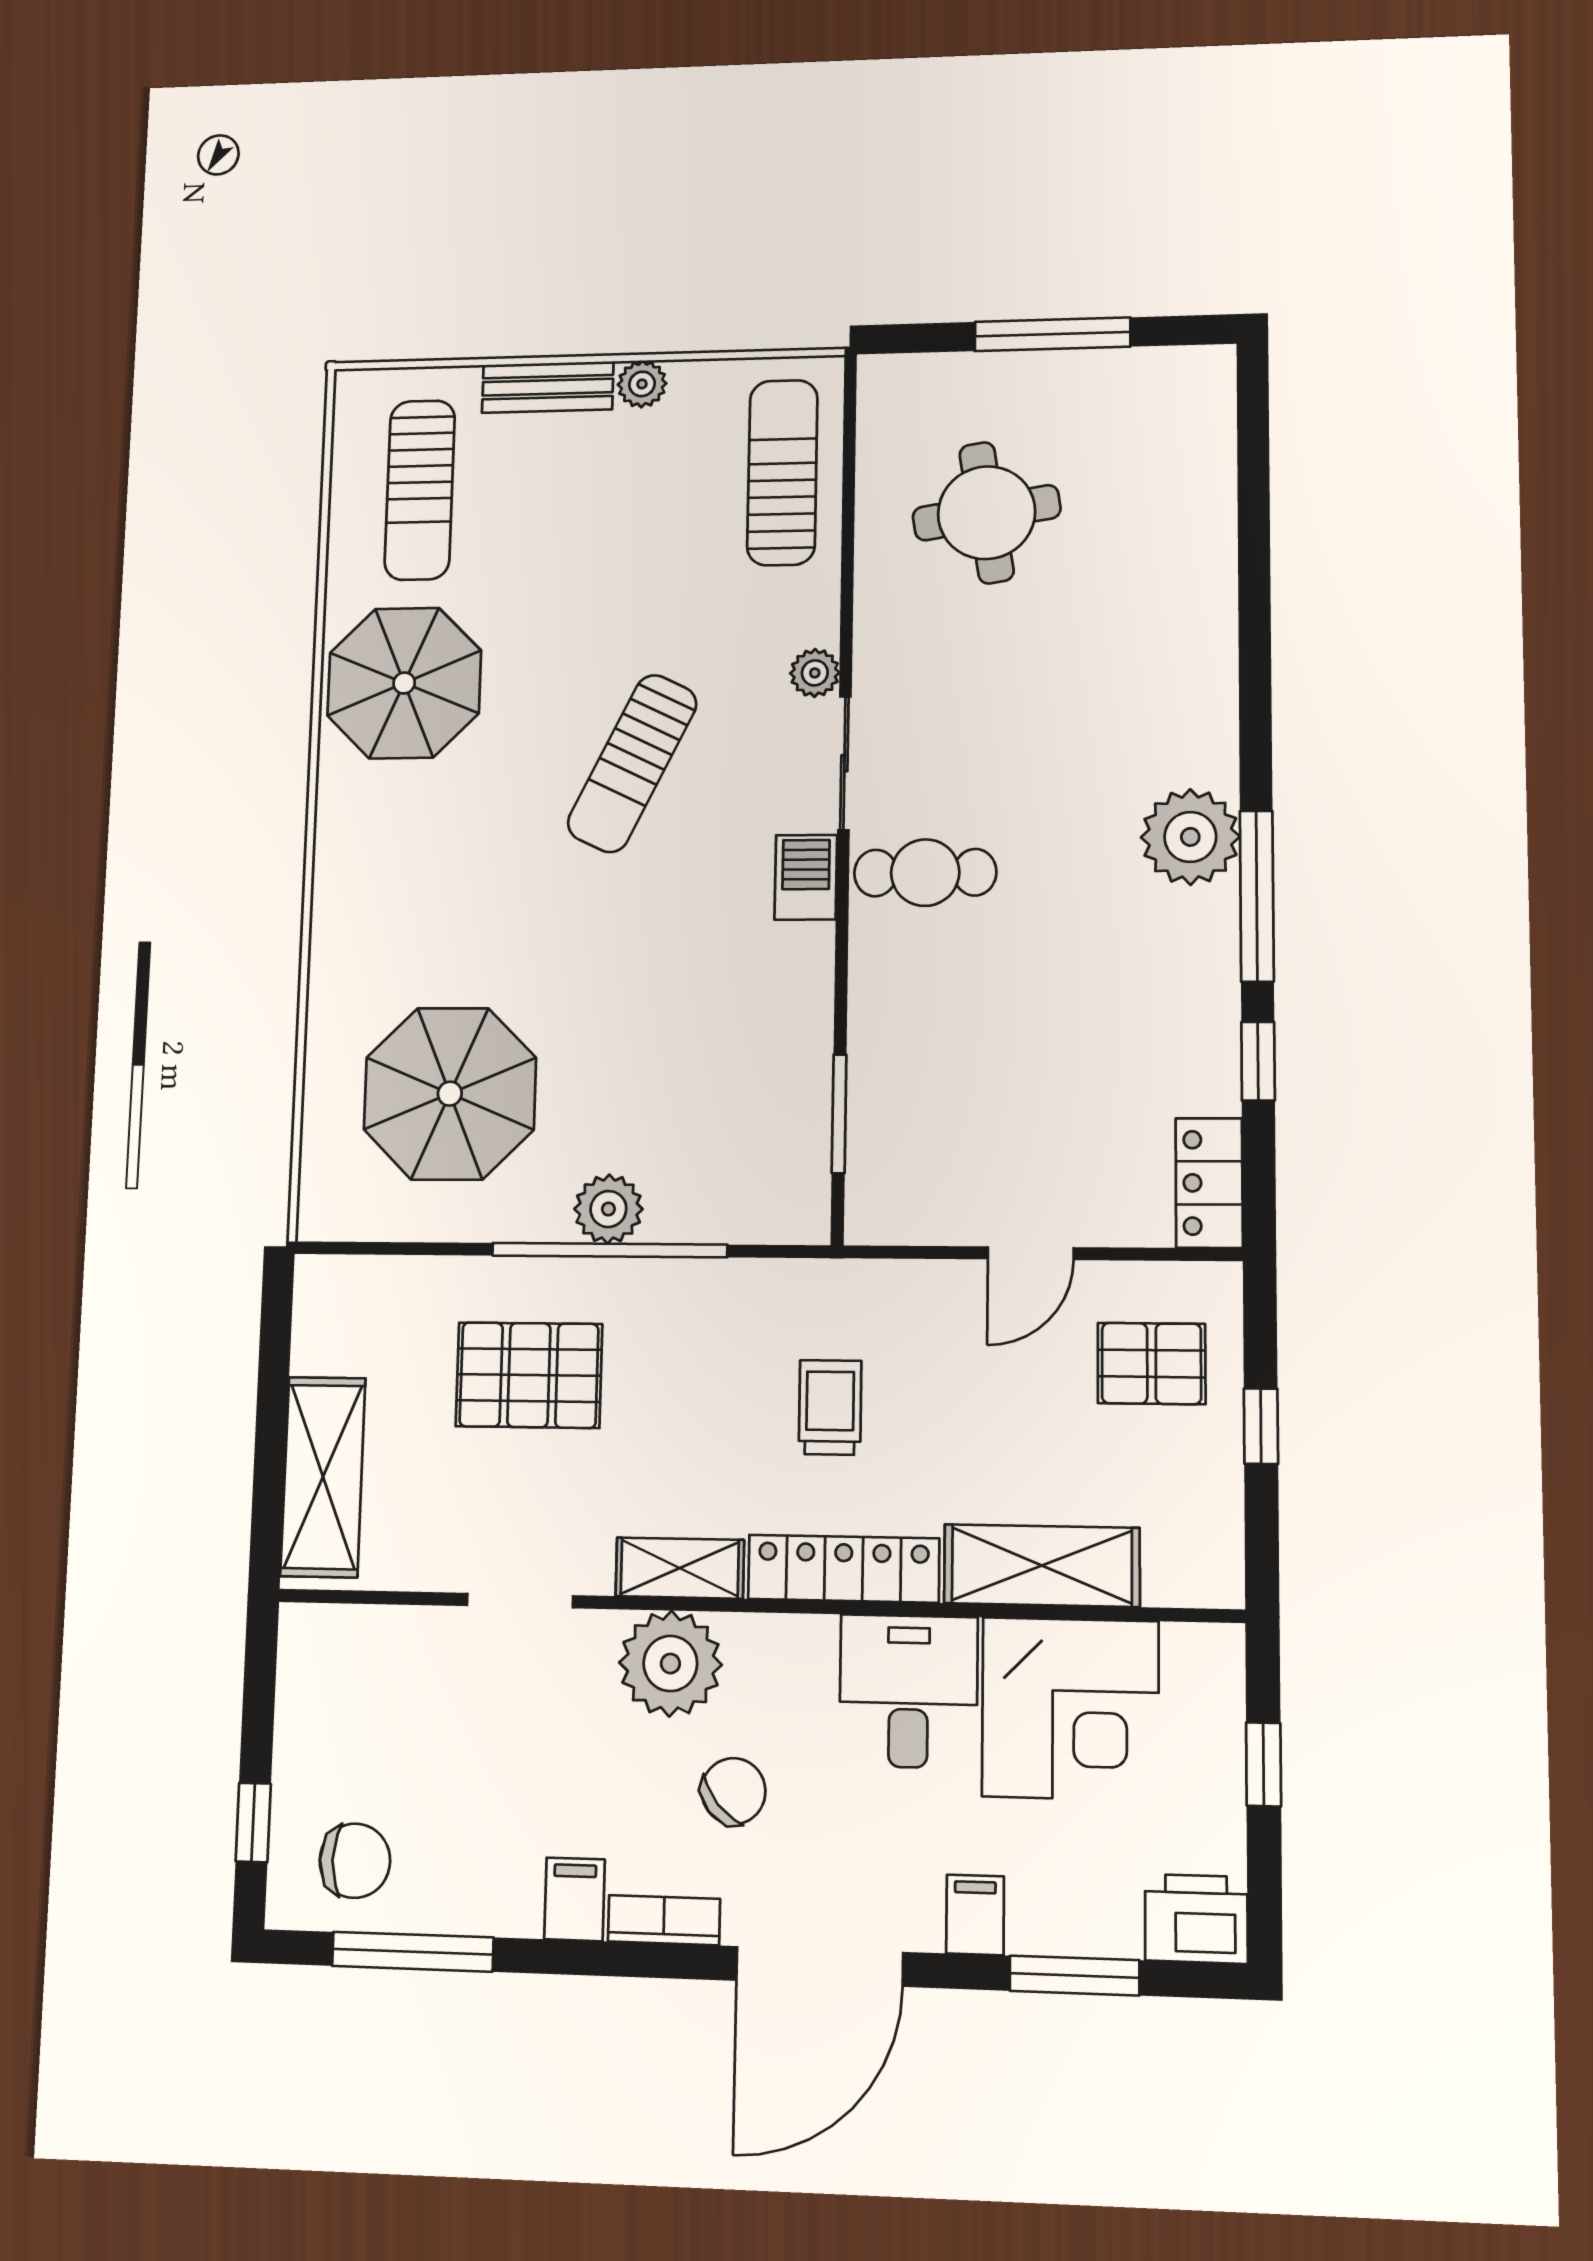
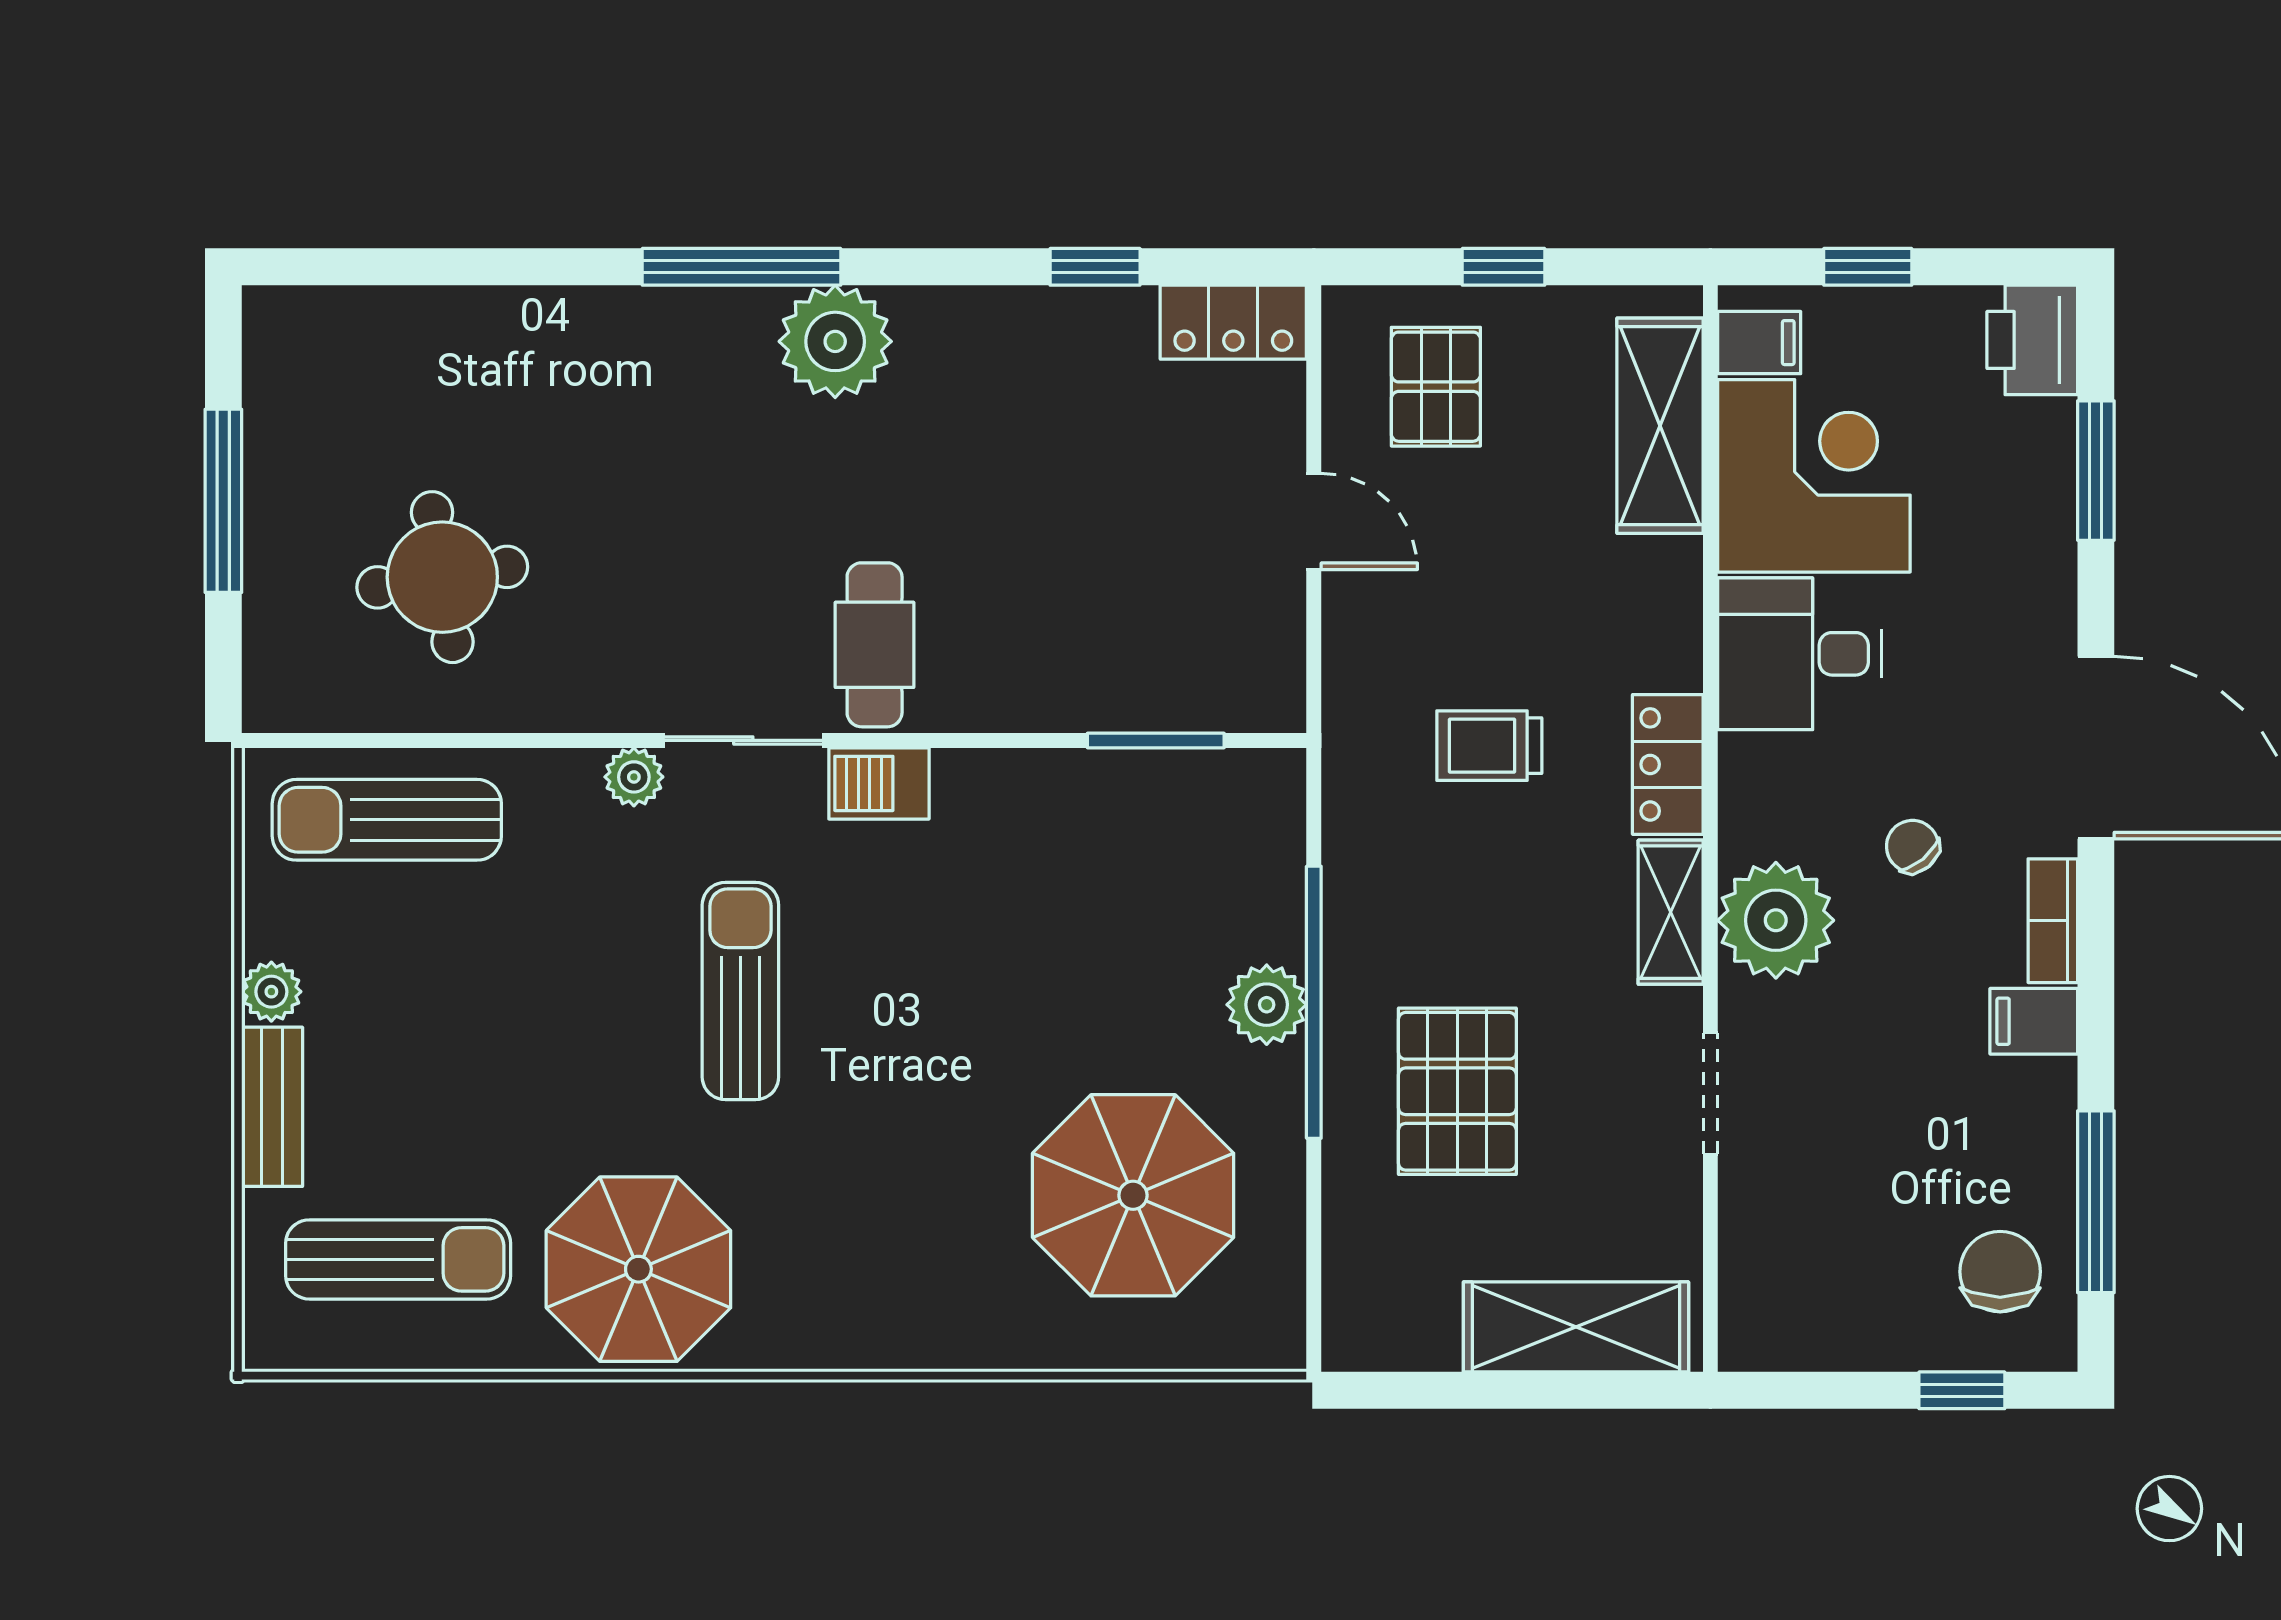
sun lounger: (632, 763) -> (740, 991), turned -116
window: (1257, 896) -> (741, 267), moved
shelving: (1042, 1566) -> (1660, 426), moved
locker: (844, 1569) -> (1668, 764), width x0.66
chair: (733, 1791) -> (1912, 846), width x0.73, depth x0.73
filing cabinet: (975, 1915) -> (1759, 343), moved, turned 180

